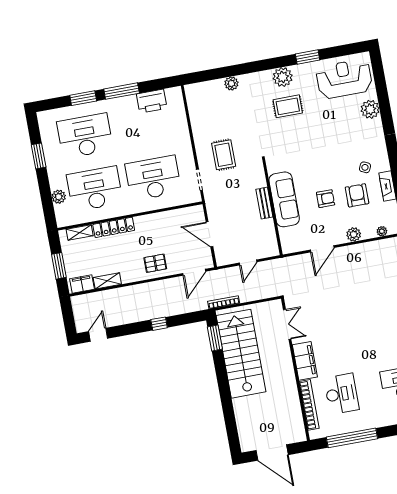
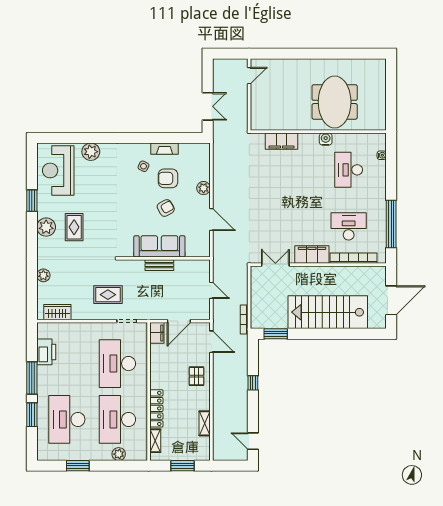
wardrobe: (196, 105) -> (57, 312), added
armchair: (326, 199) -> (166, 208), turned 61
plant: (382, 231) -> (205, 161), removed
filing cabinet: (82, 284) -> (157, 333), moved, turned 180
stairs: (241, 354) -> (328, 312), moved

